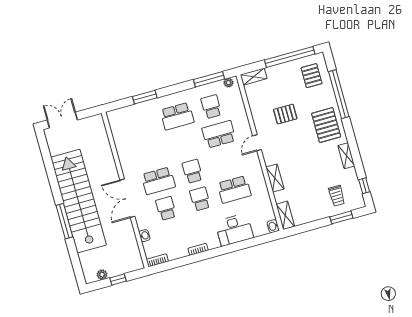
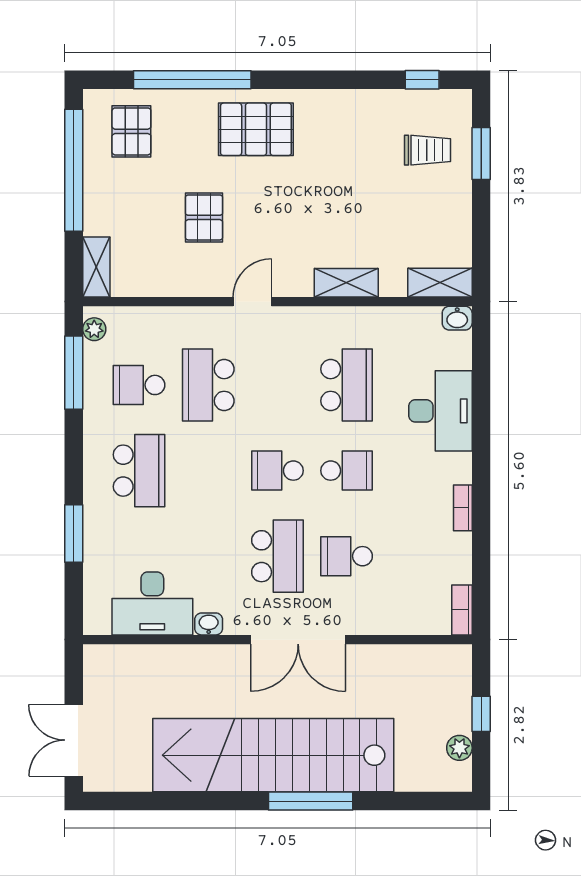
pallet: (312, 76) -> (131, 131), turned 90
desk: (126, 136) -> (152, 603), added
door: (257, 143) -> (252, 302), swing flipped
shelving: (346, 156) -> (340, 102), removed
school desk: (200, 199) -> (347, 471), turned 180
washbasin: (144, 236) -> (209, 624), moved

